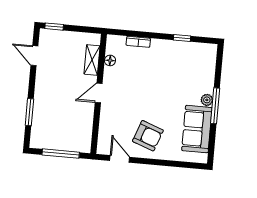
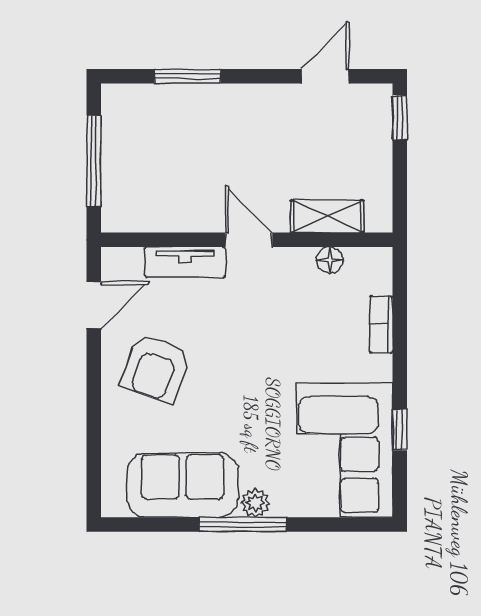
corner sofa: (188, 61) -> (345, 450), added
tv unit: (106, 120) -> (185, 262), added

